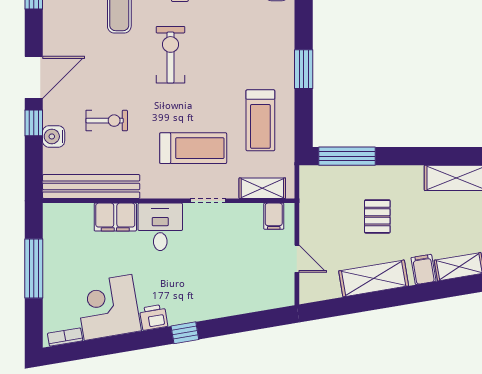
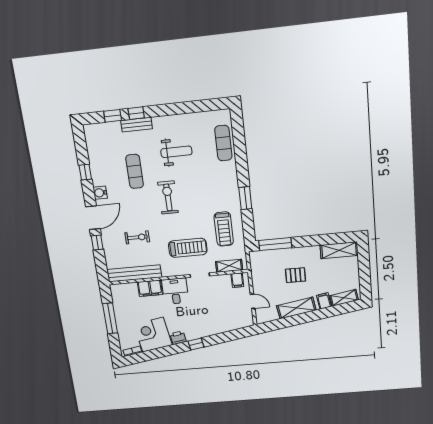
water cooler: (54, 136) -> (100, 193), moved
pallet: (377, 216) -> (295, 275), turned 90

